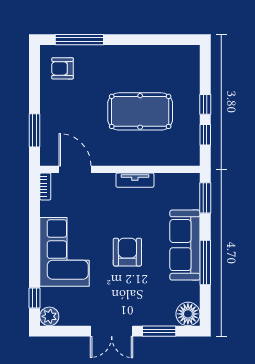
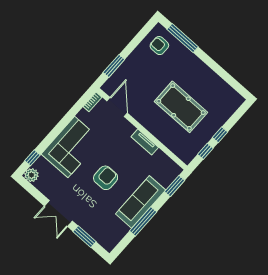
floor lamp: (188, 314) -> (109, 241), removed

